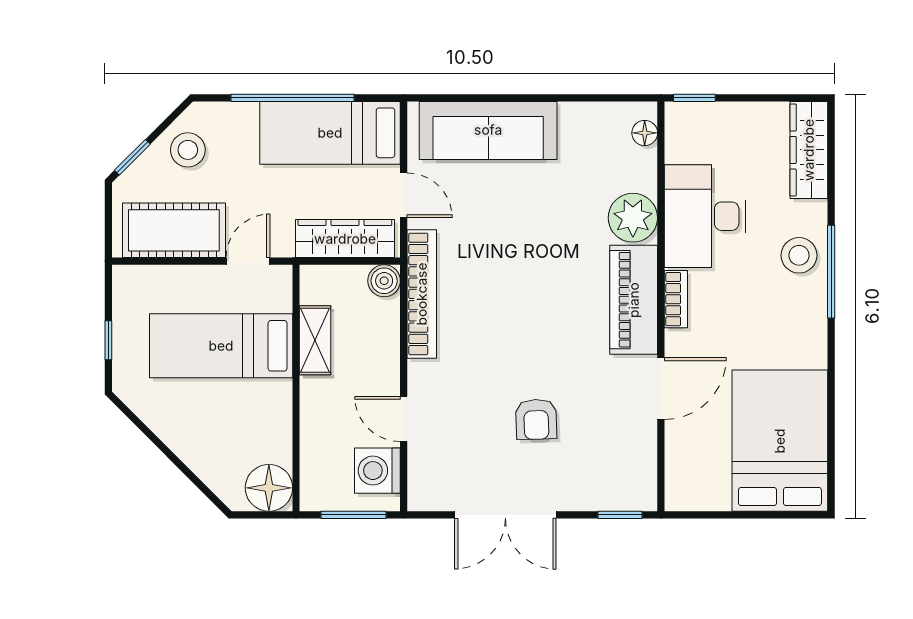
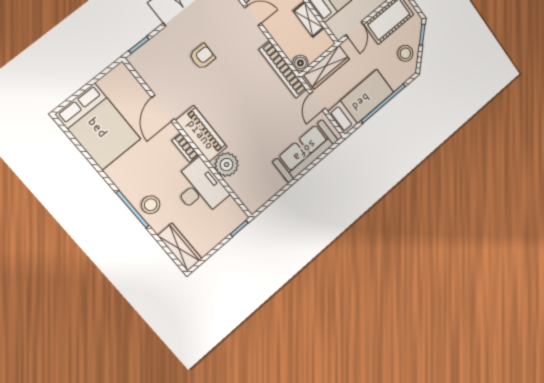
floor lamp: (645, 133) -> (247, 200), removed
door: (404, 195) -> (318, 101), hinge flipped
armchair: (536, 419) -> (202, 56), turned 92

